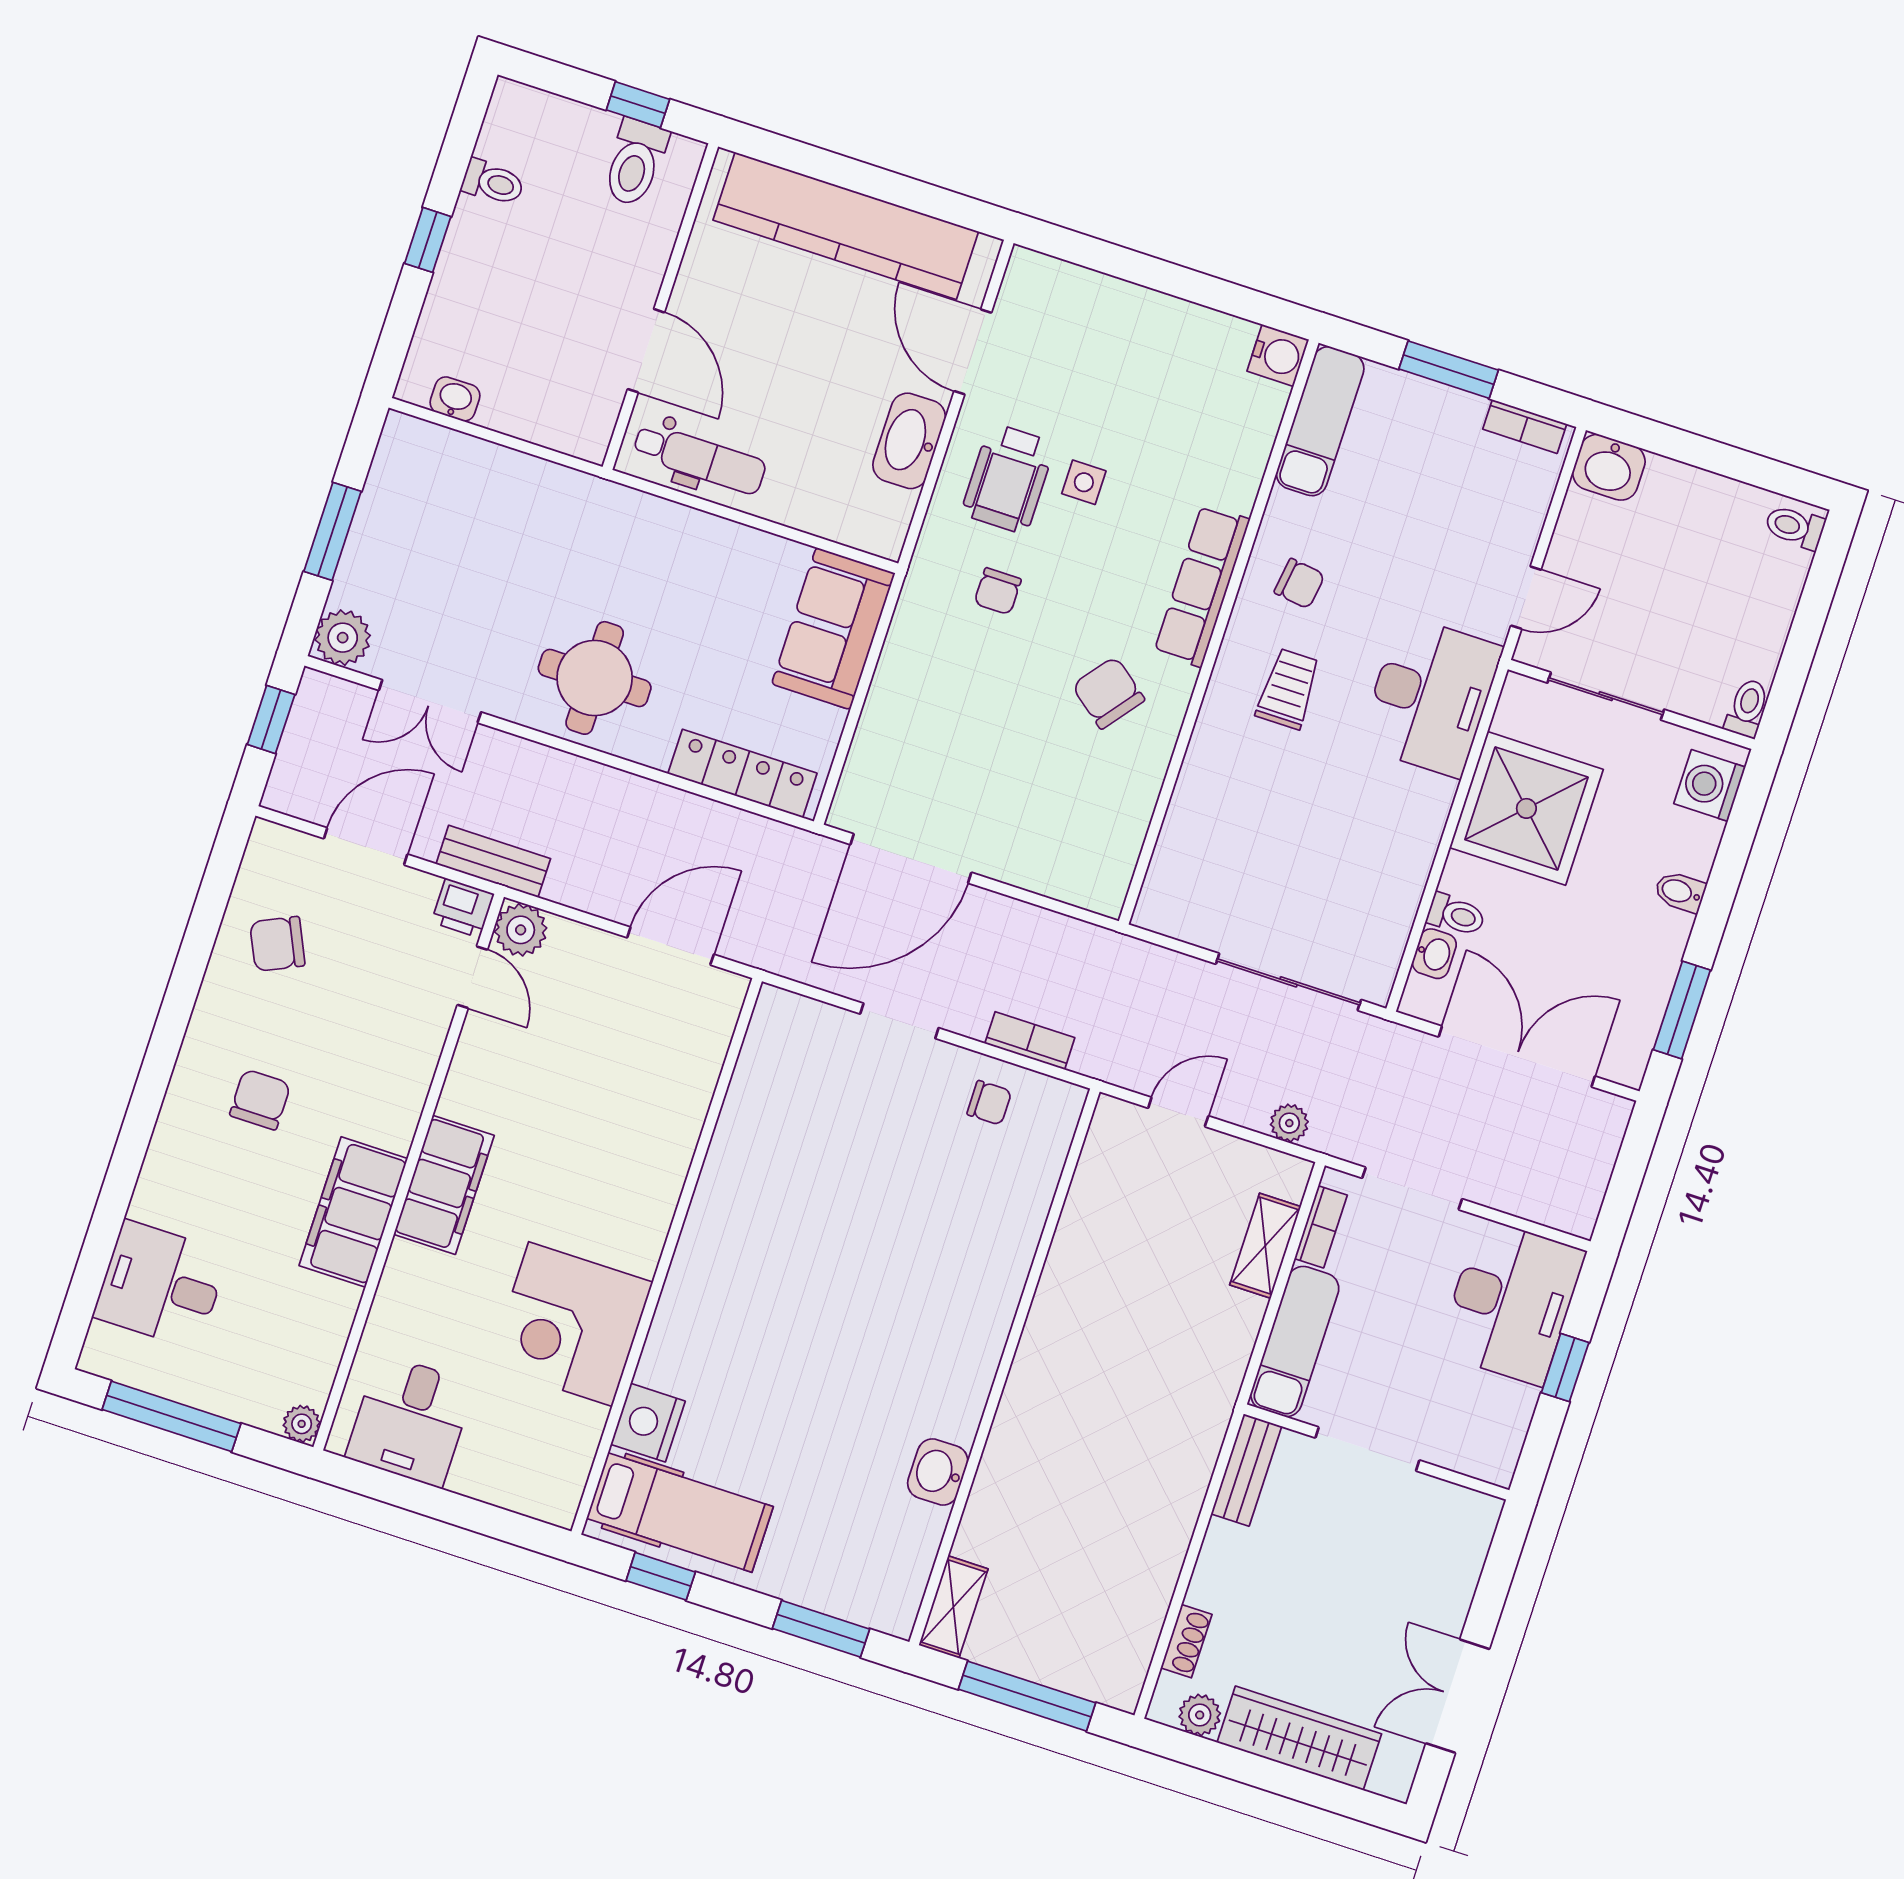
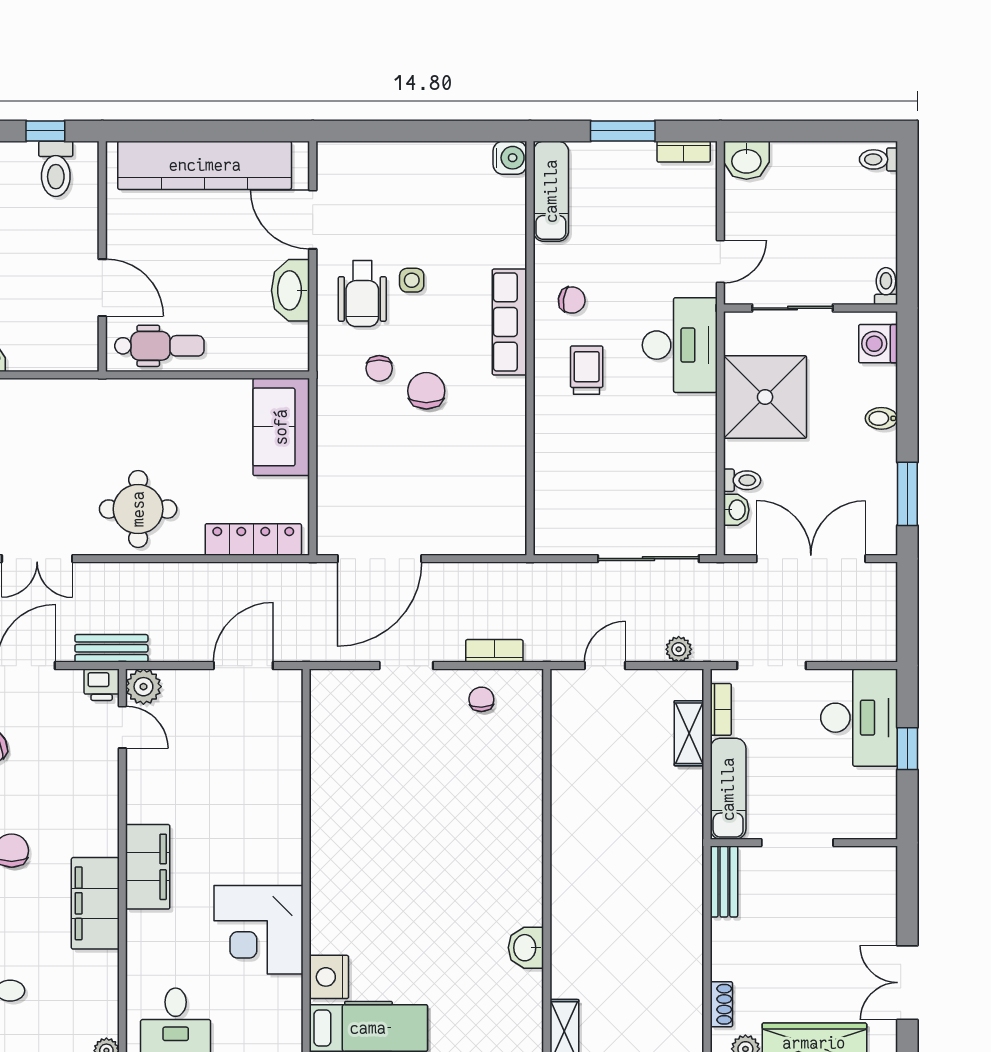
chair: (1108, 693) -> (426, 391), moved, turned 52
chair: (989, 1103) -> (481, 699), turned -92

